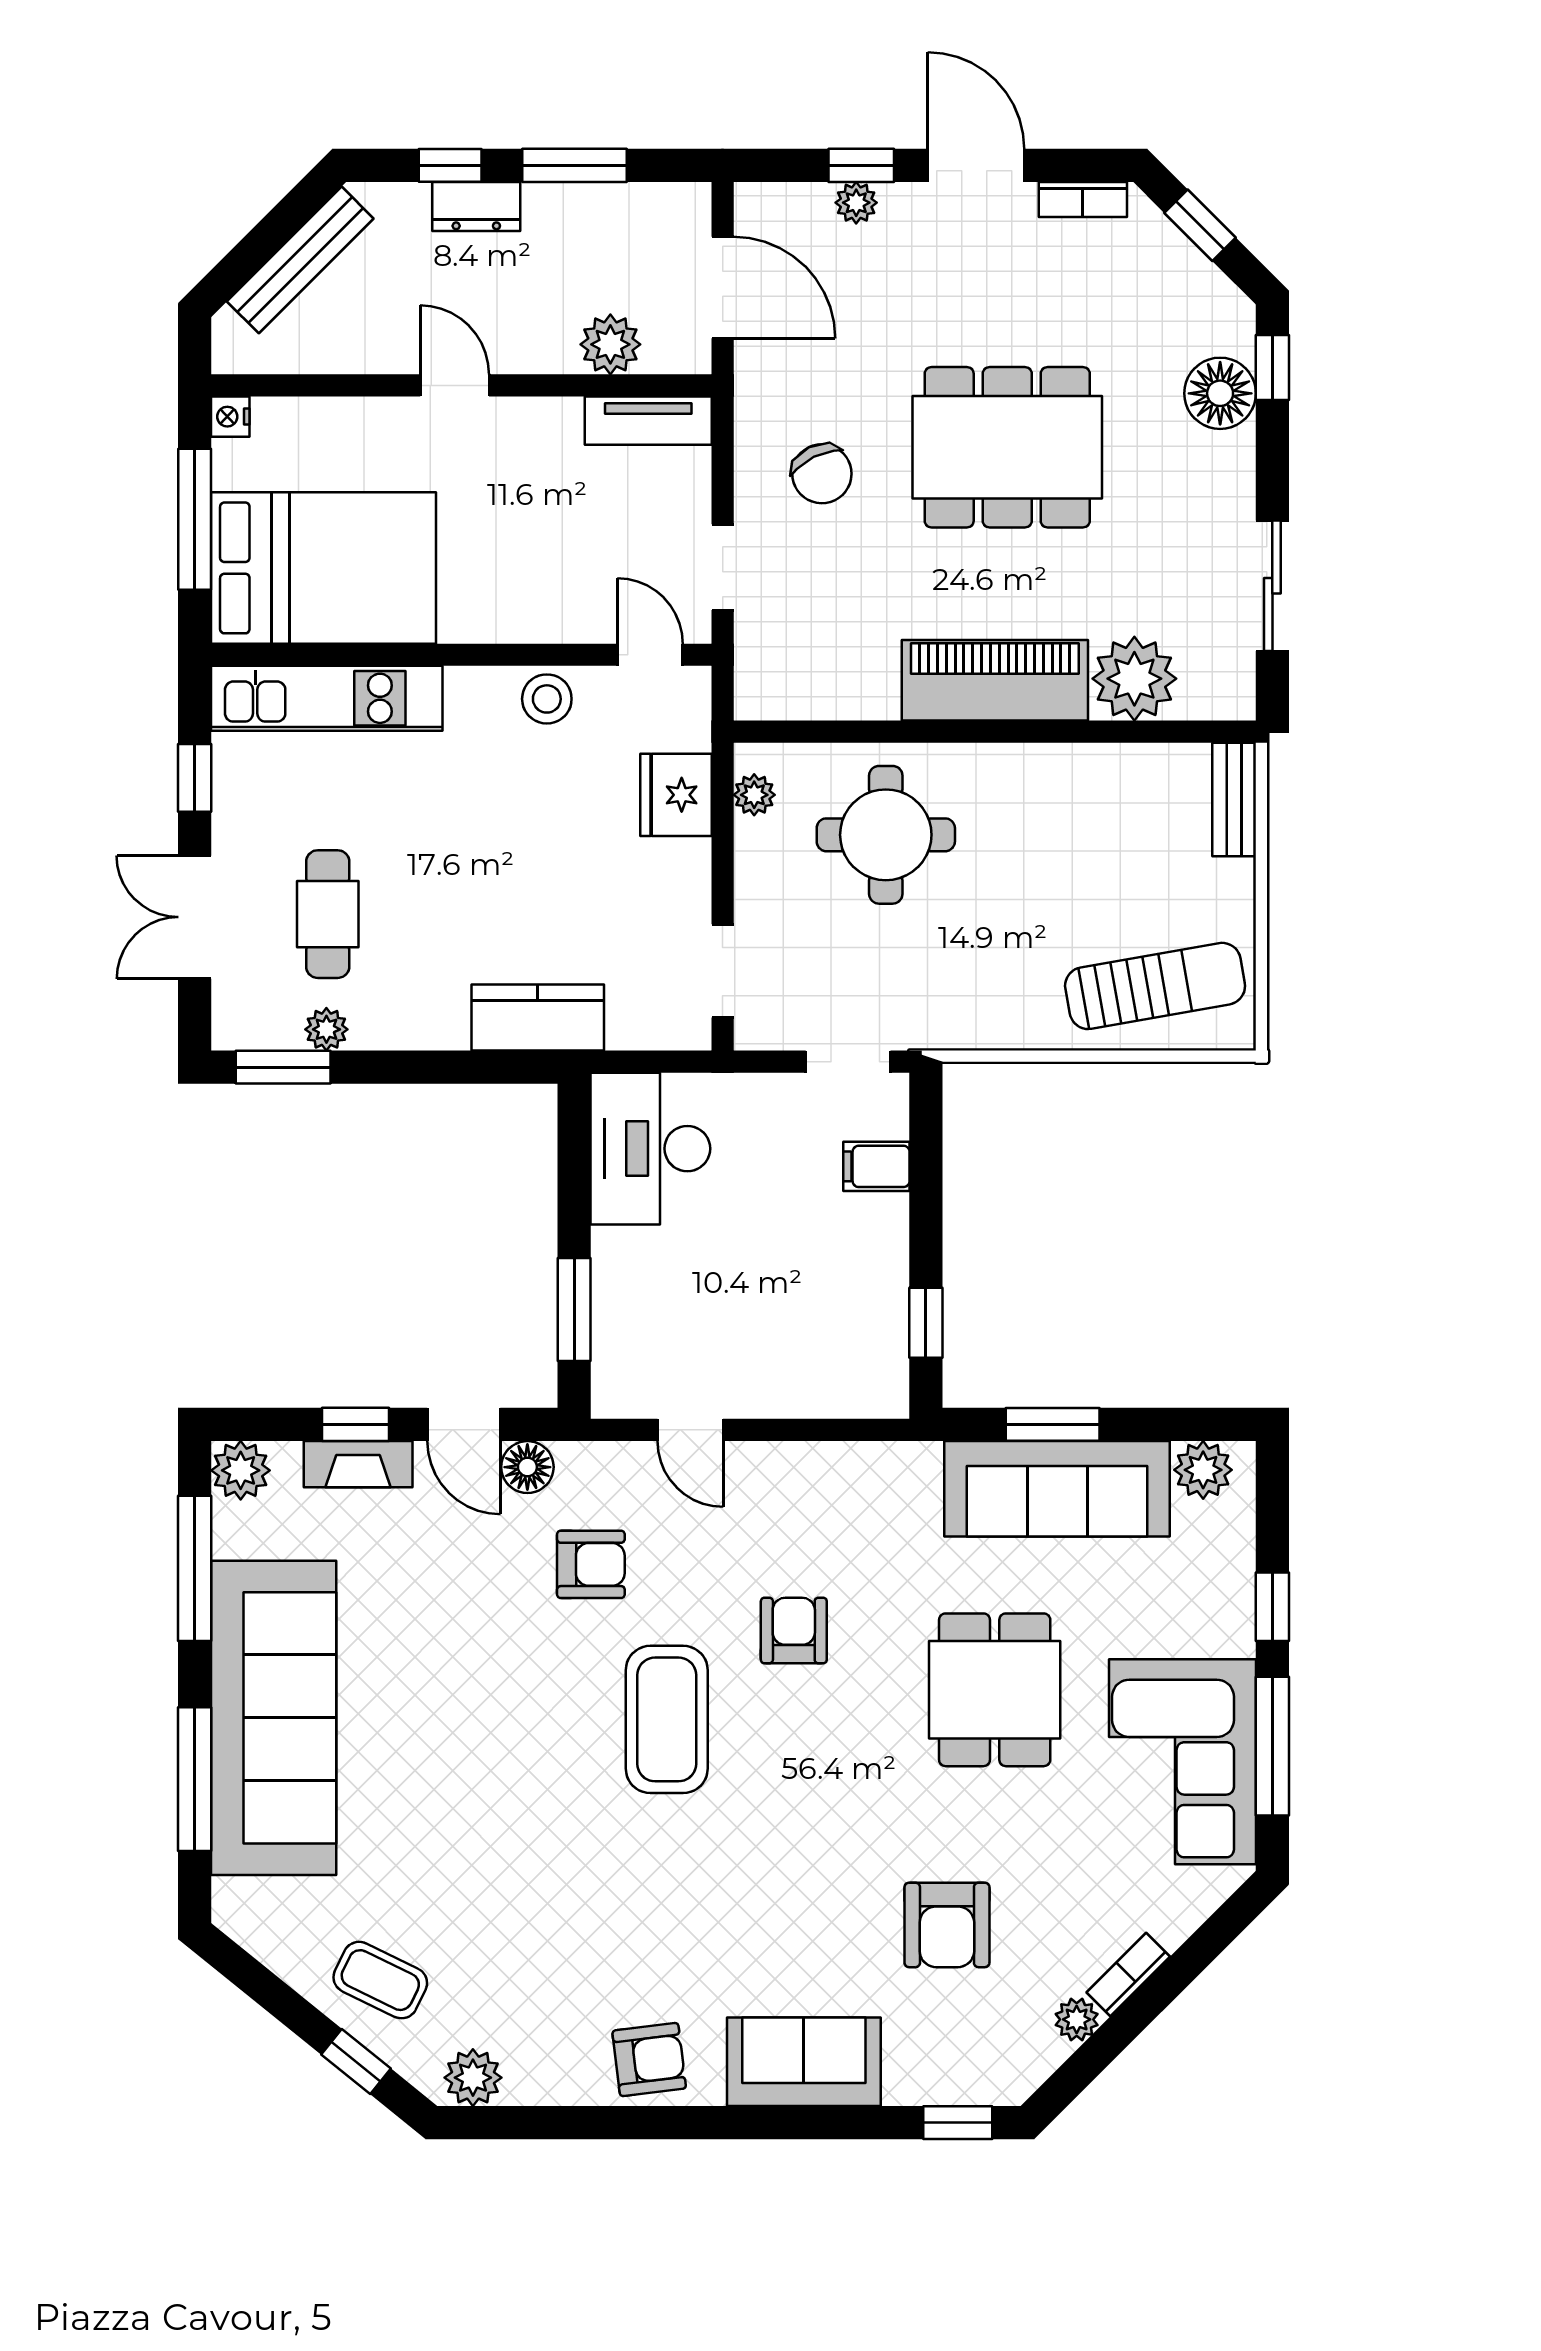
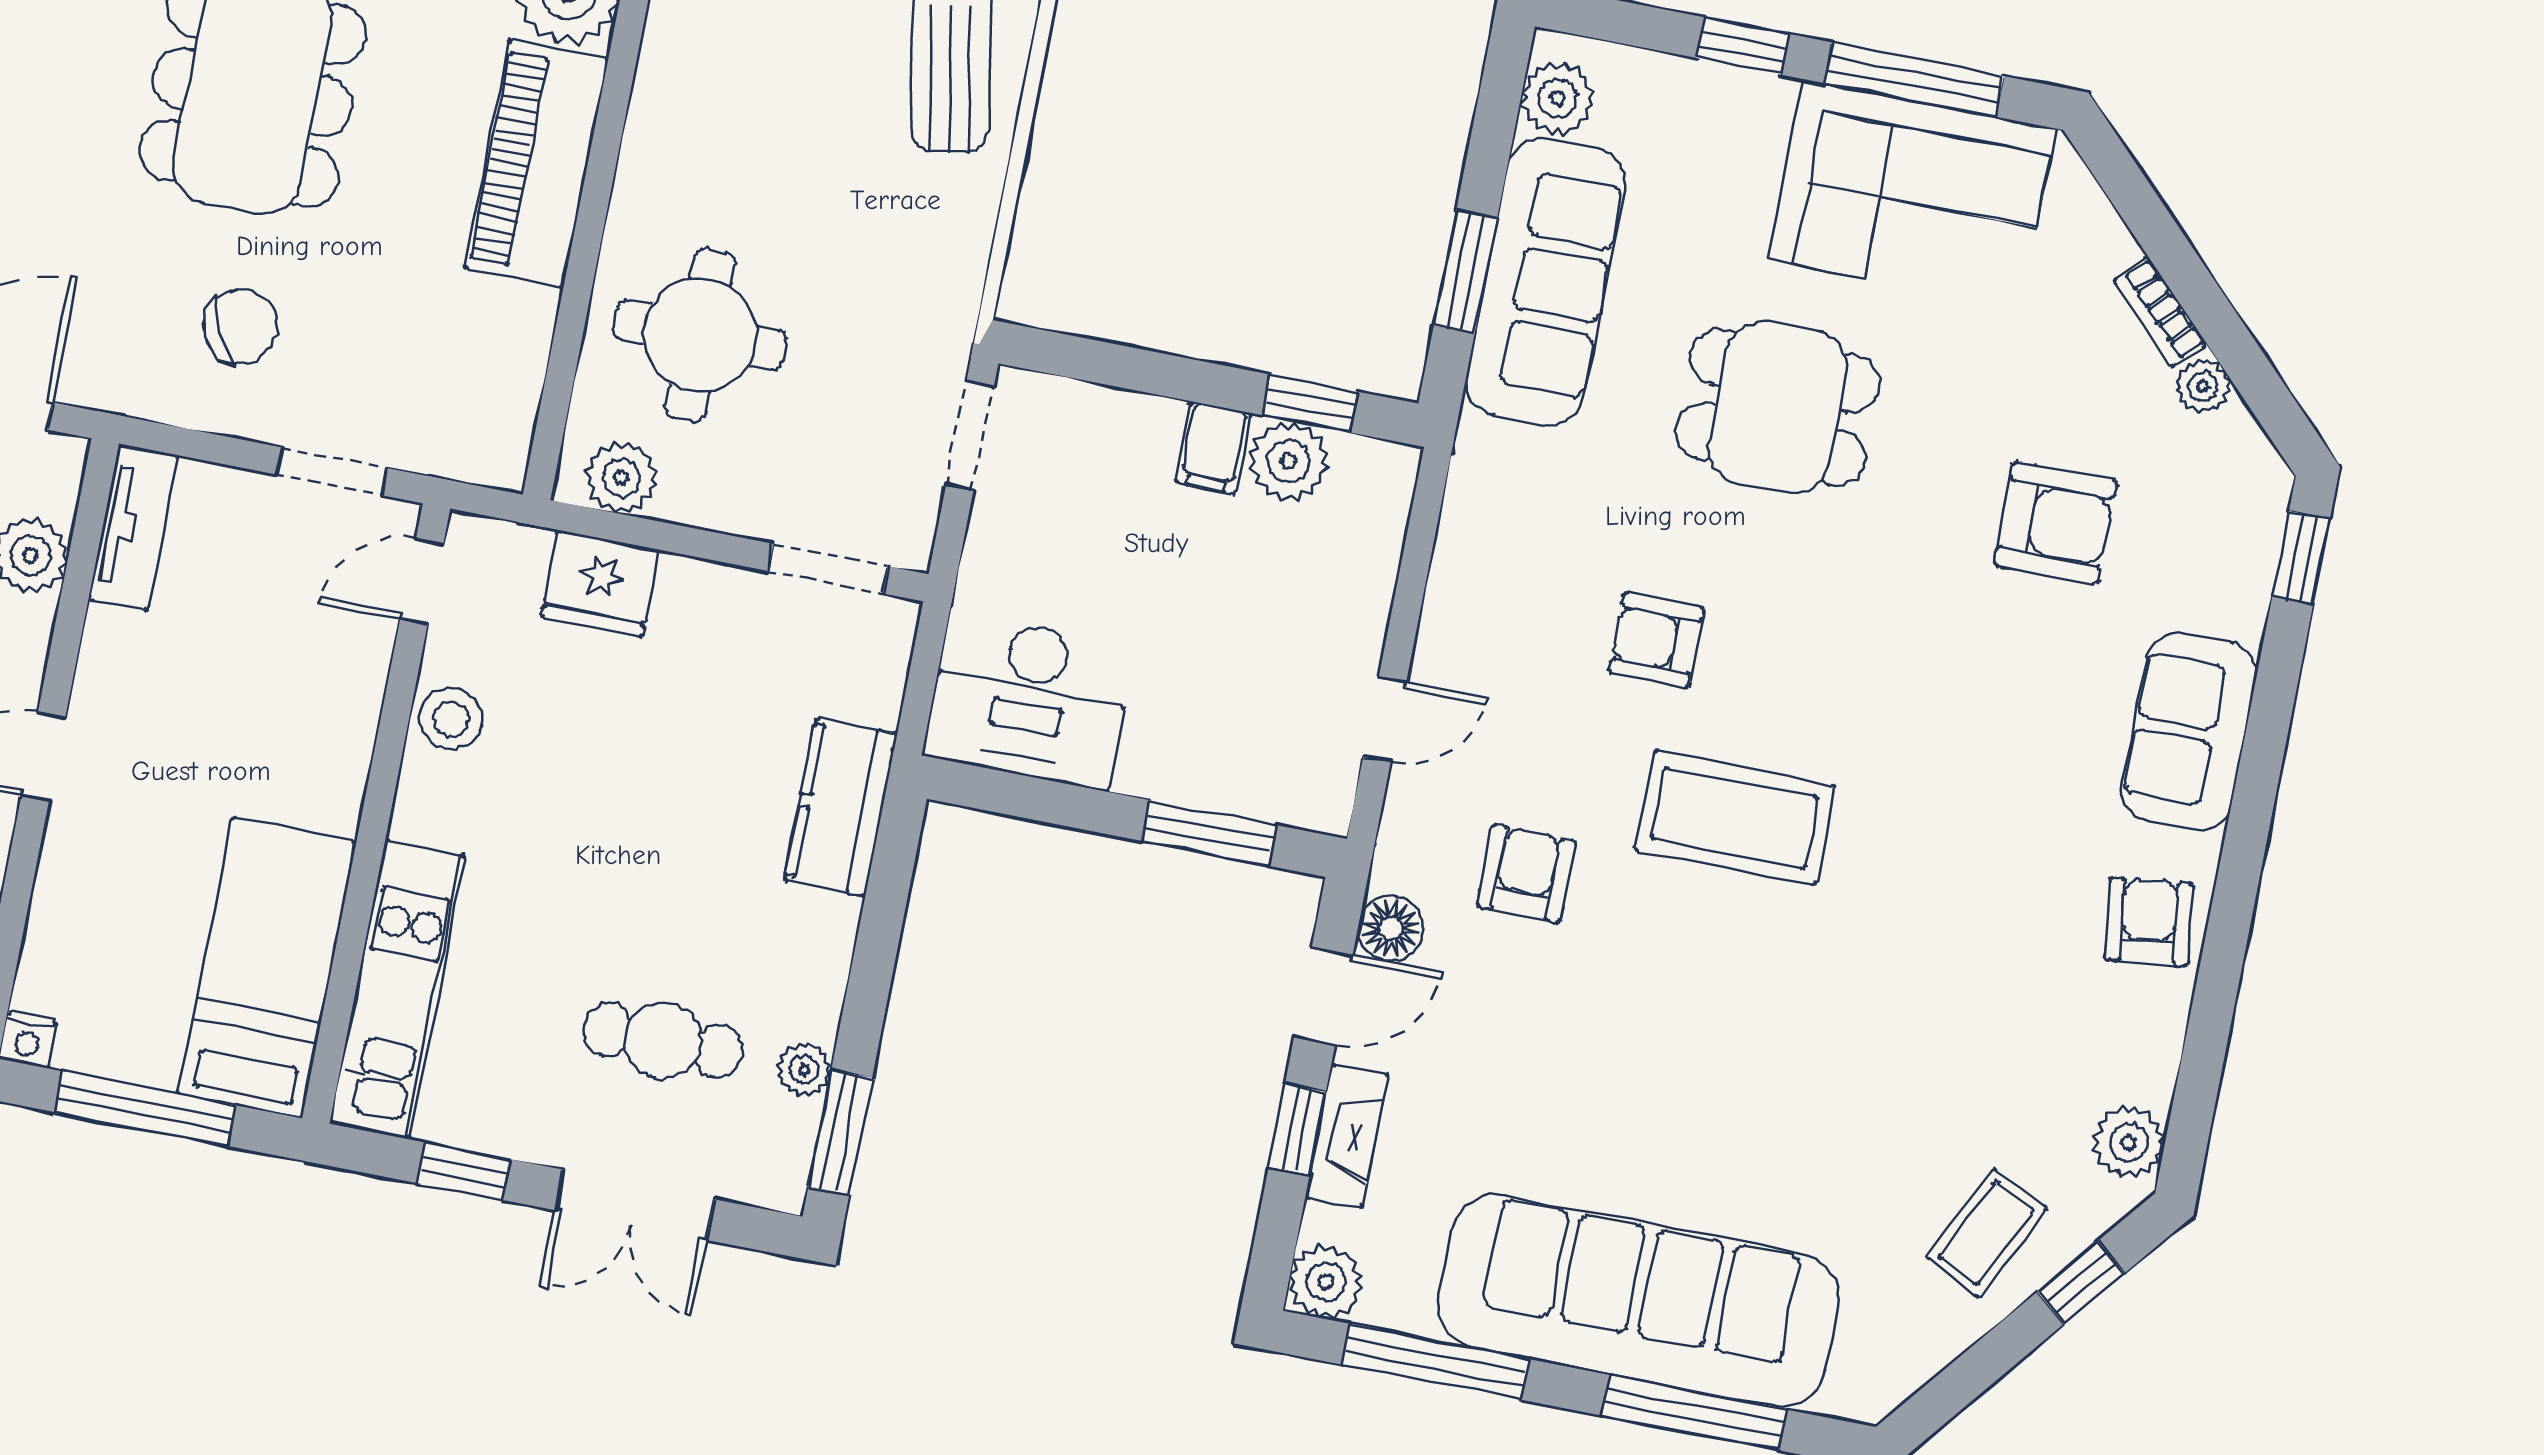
bed: (324, 568) -> (267, 968), width x0.67
plant: (754, 795) -> (621, 478), width x1.38, depth x1.38
filing cabinet: (876, 1166) -> (1213, 448), moved
plant: (877, 1315) -> (1289, 461), added

